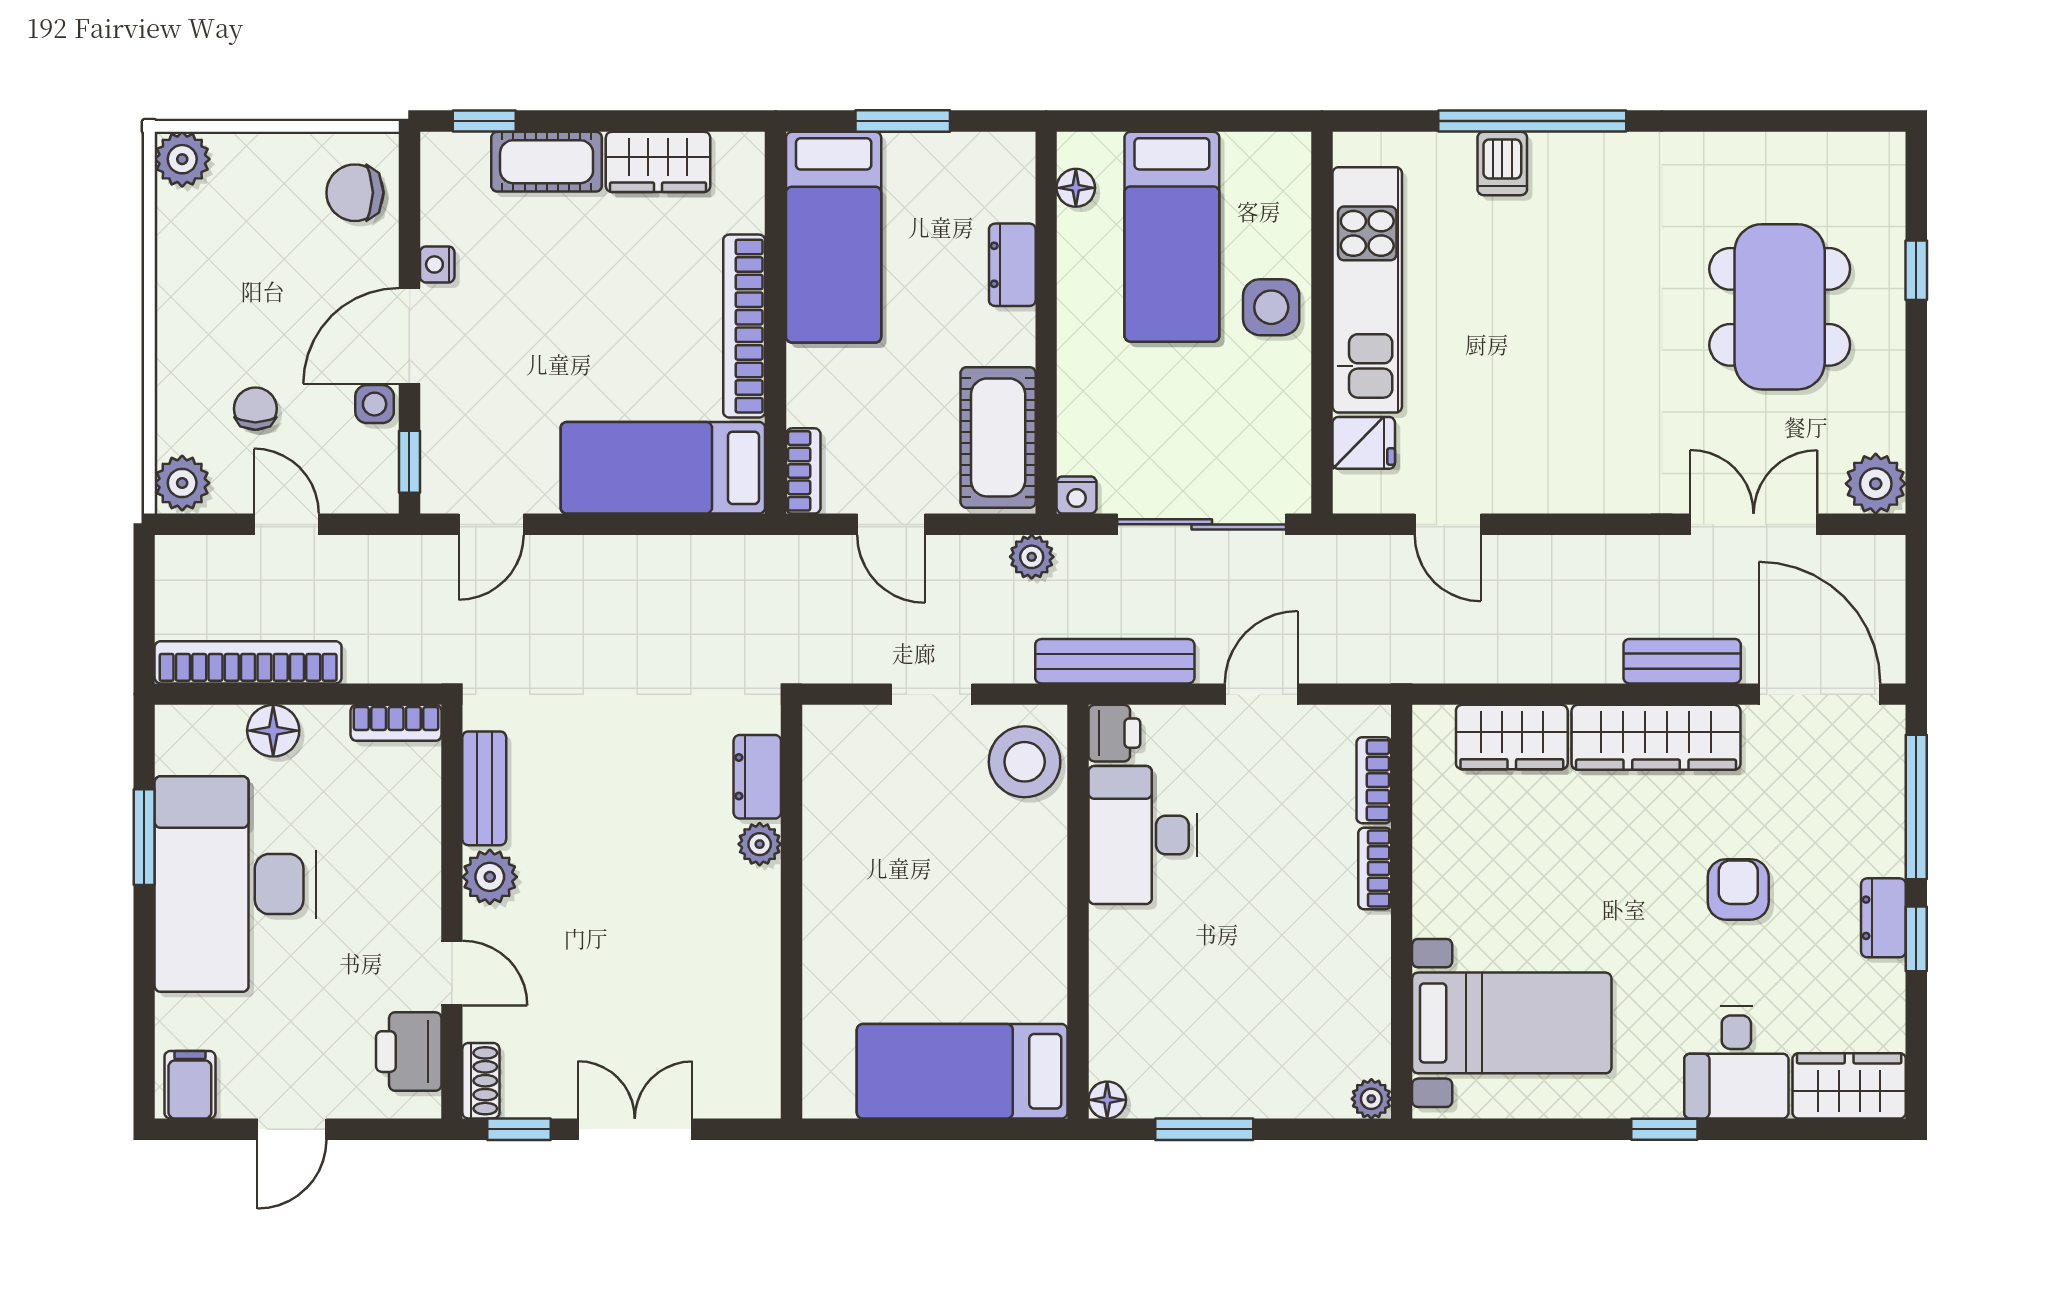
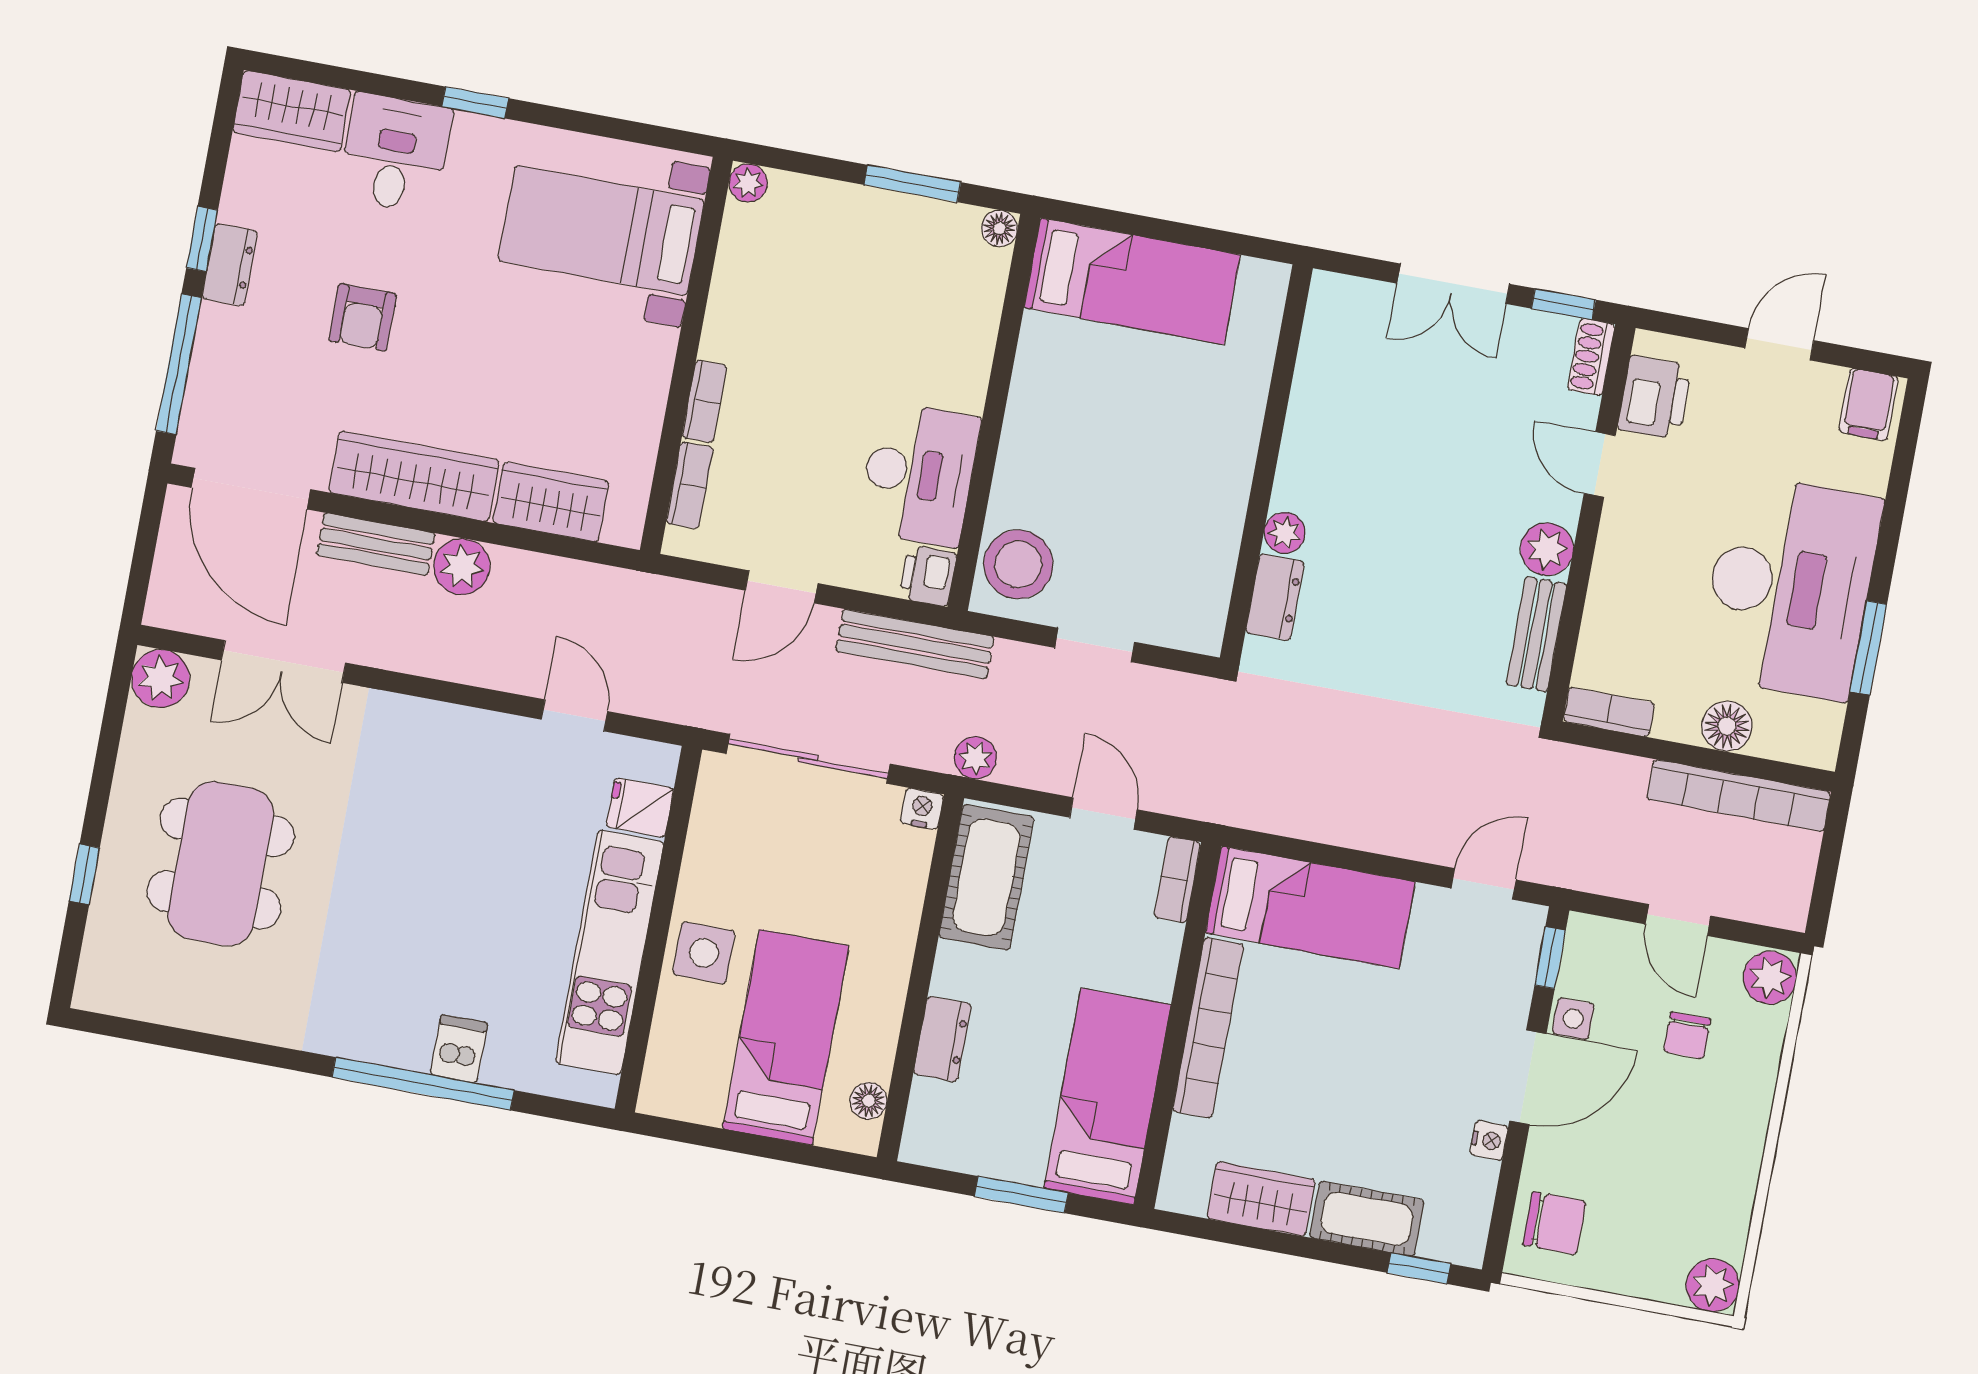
plant: (1590, 655) -> (462, 567), added

